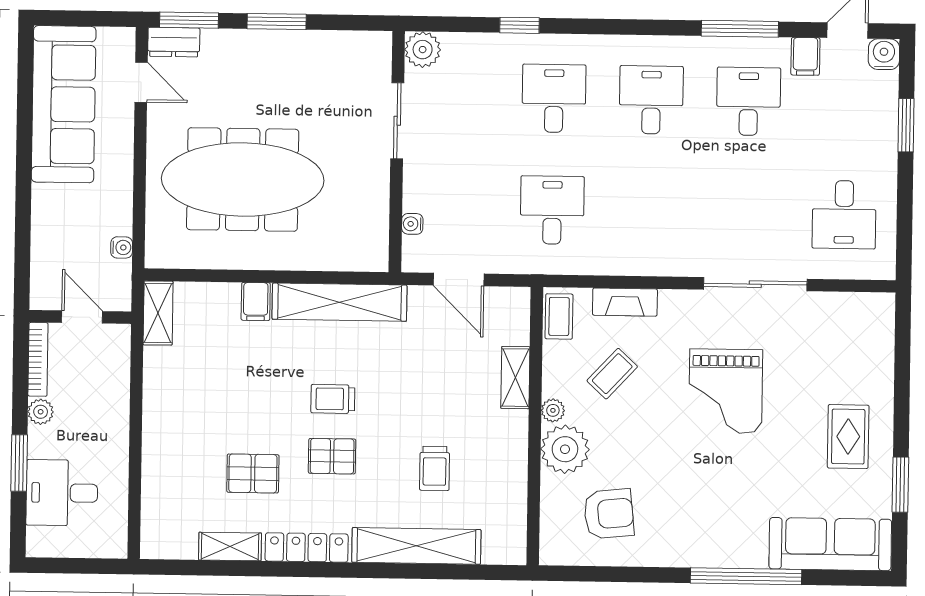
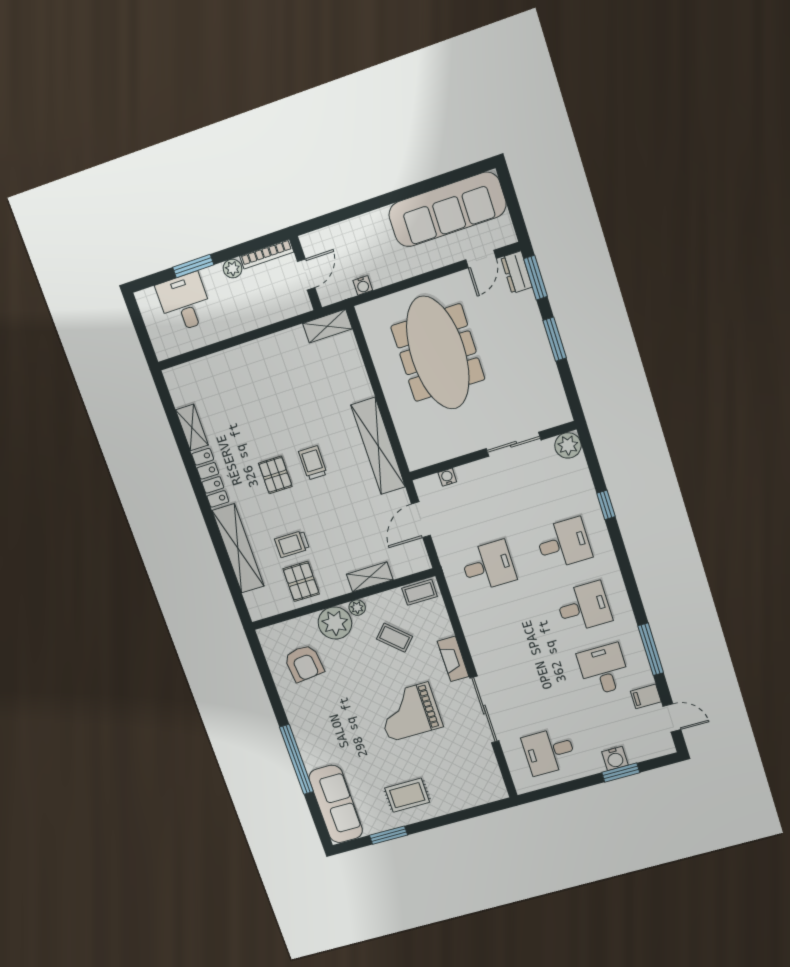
water cooler: (884, 54) -> (615, 758), moved, turned 90
desk: (749, 101) -> (604, 669), turned -90
filing cabinet: (256, 301) -> (359, 390), removed
fireplace: (625, 302) -> (453, 659), moved
pallet: (253, 473) -> (301, 581), moved

